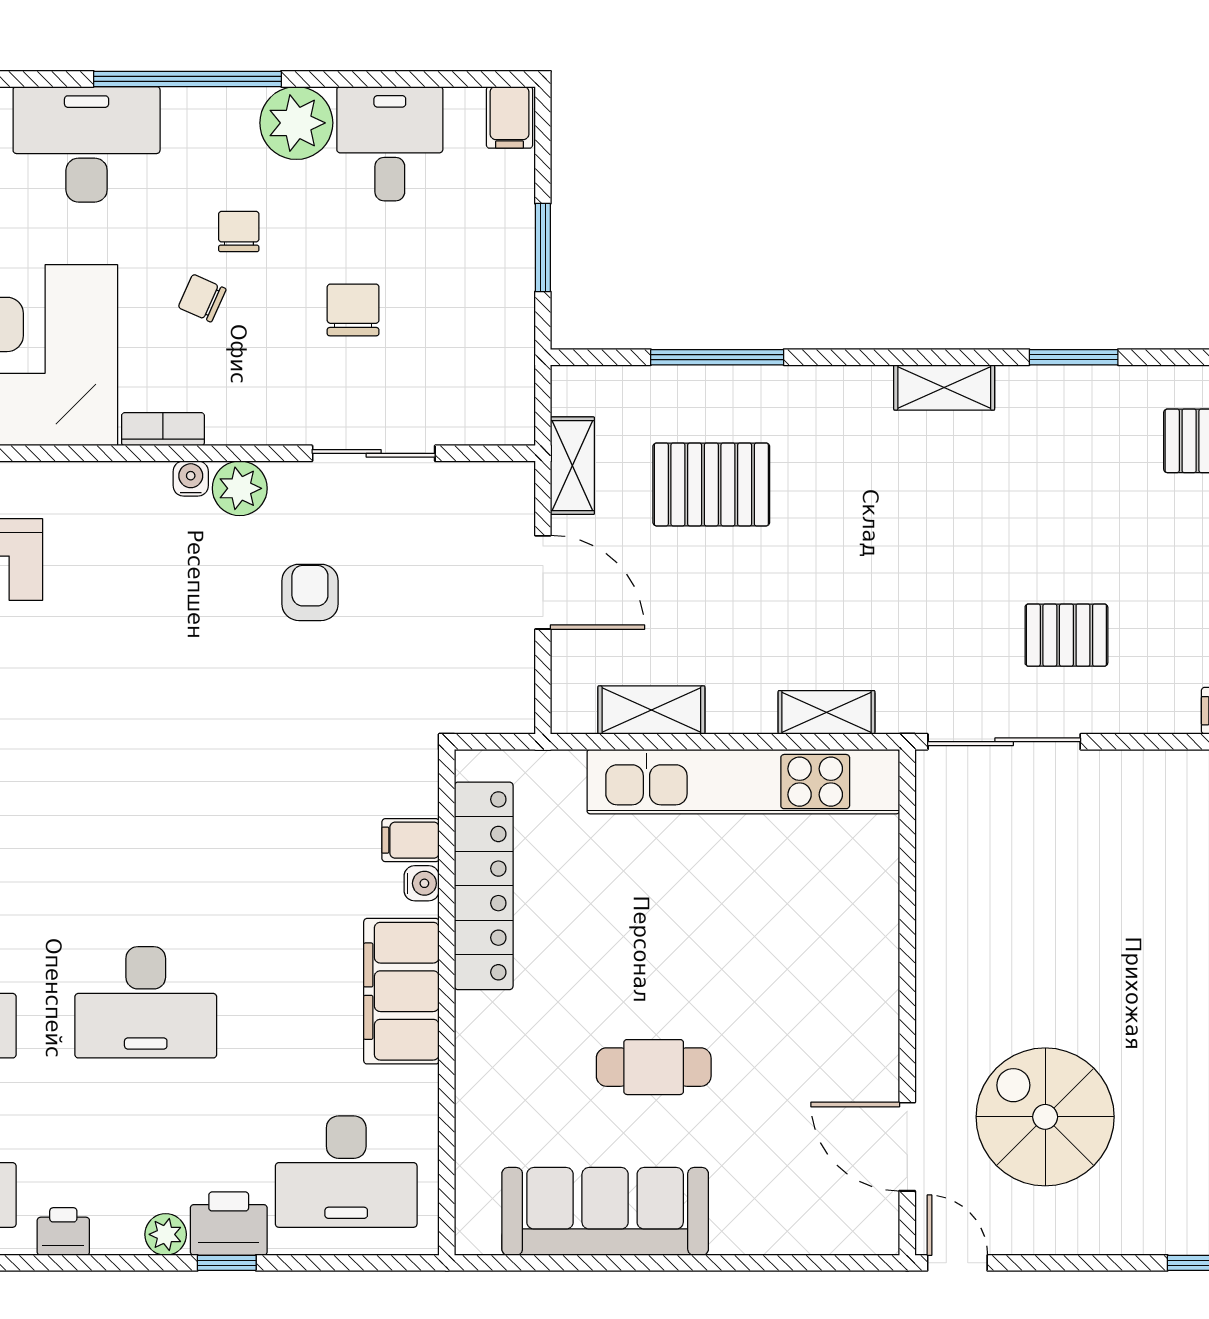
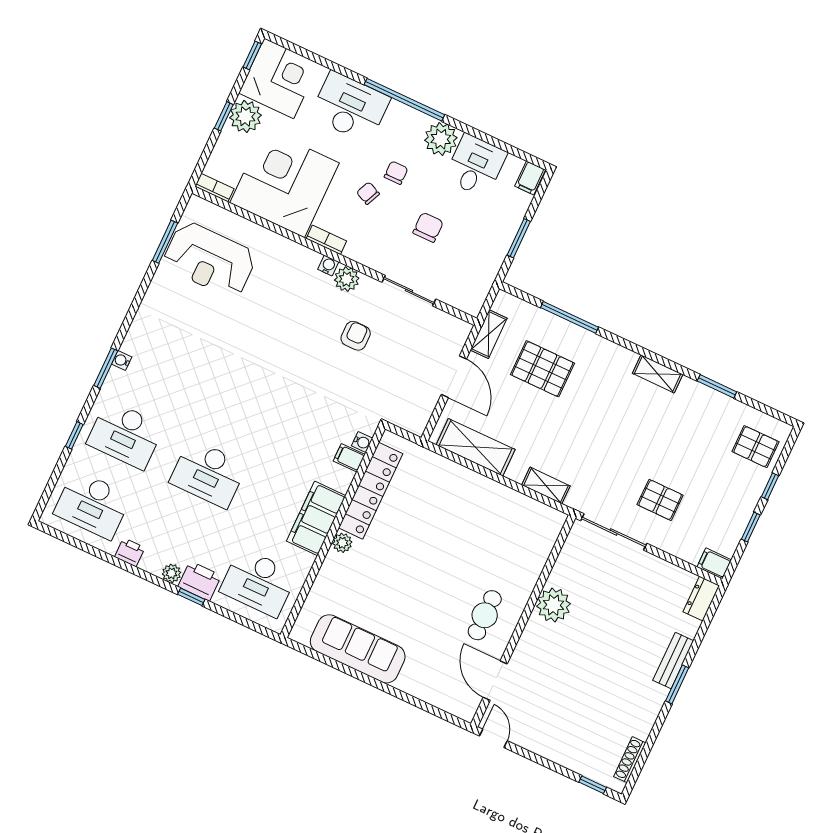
shelving: (651, 710) -> (476, 447), width x1.50, depth x1.33
kitchen unit: (743, 782) -> (498, 498), removed
water cooler: (422, 883) -> (362, 442), moved
plant: (953, 942) -> (554, 605), added
plant: (476, 1015) -> (342, 543), added
cafe table: (654, 1067) -> (485, 615), moved, turned 90
spiral stairs: (1045, 1117) -> (558, 695), removed

